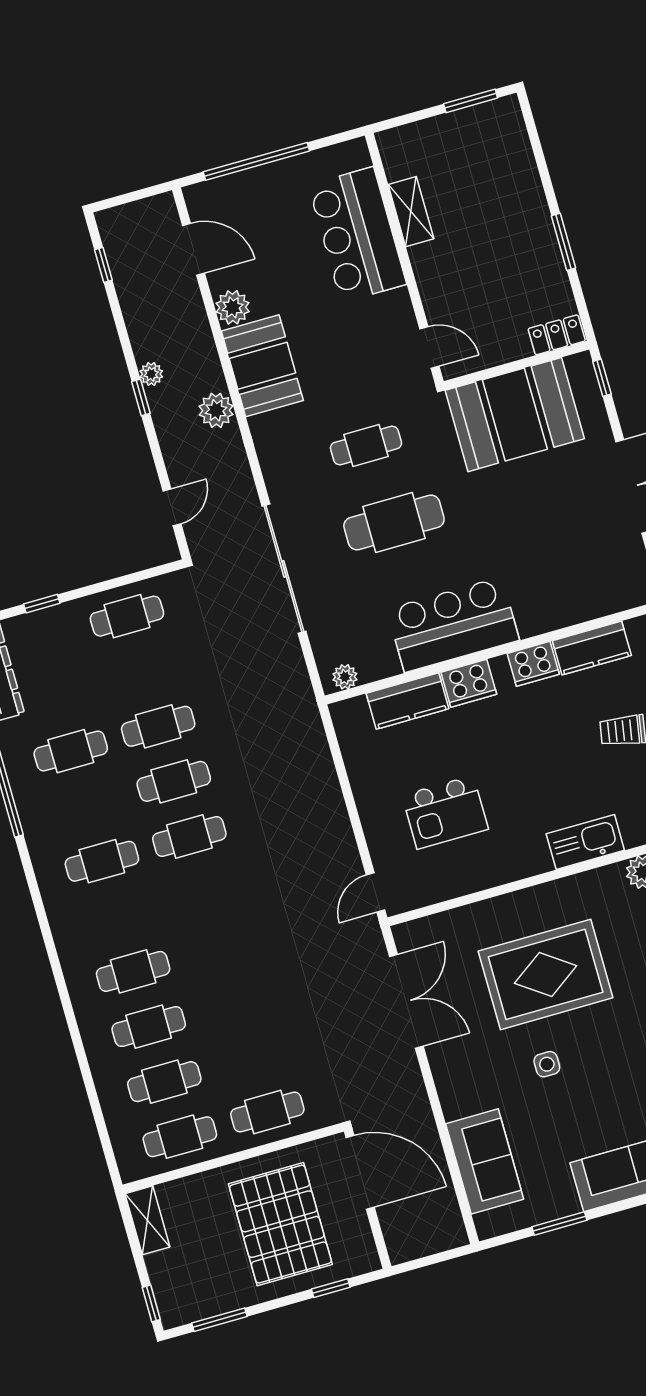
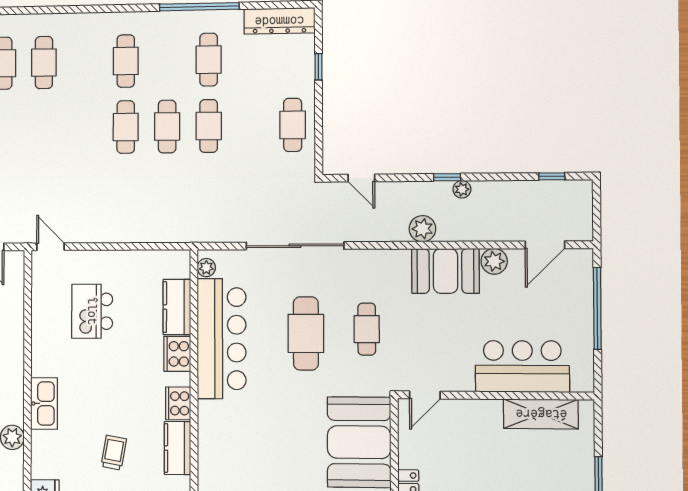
shelving: (411, 212) -> (541, 414), width x1.50, depth x1.33
bar counter: (453, 625) -> (222, 339), width x1.36

